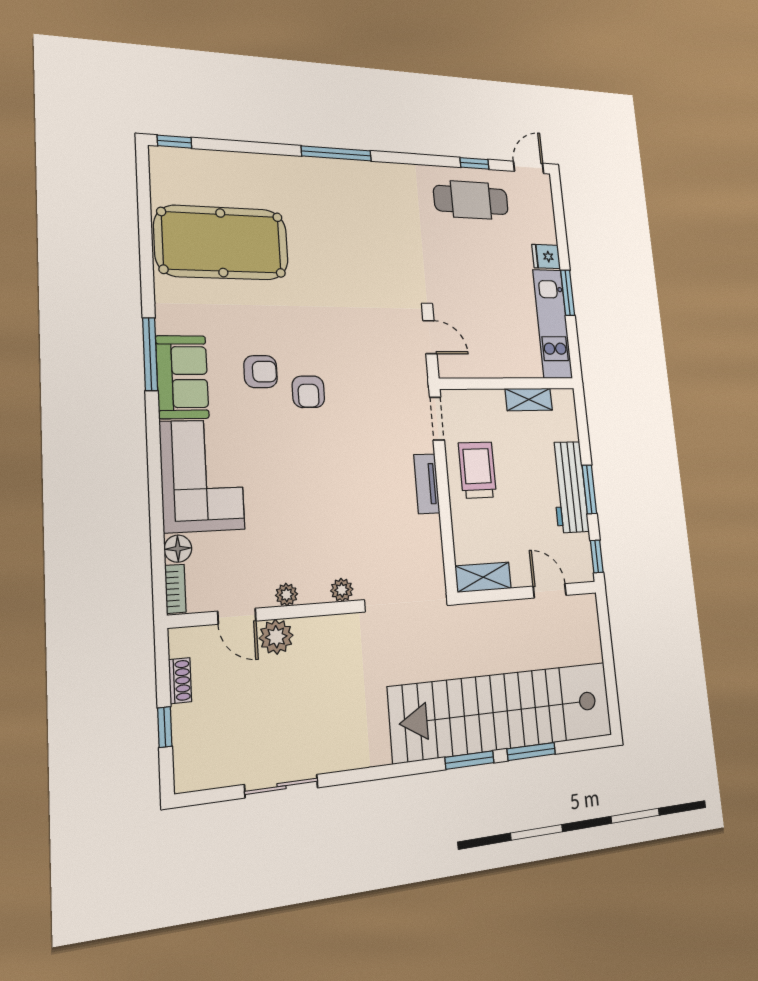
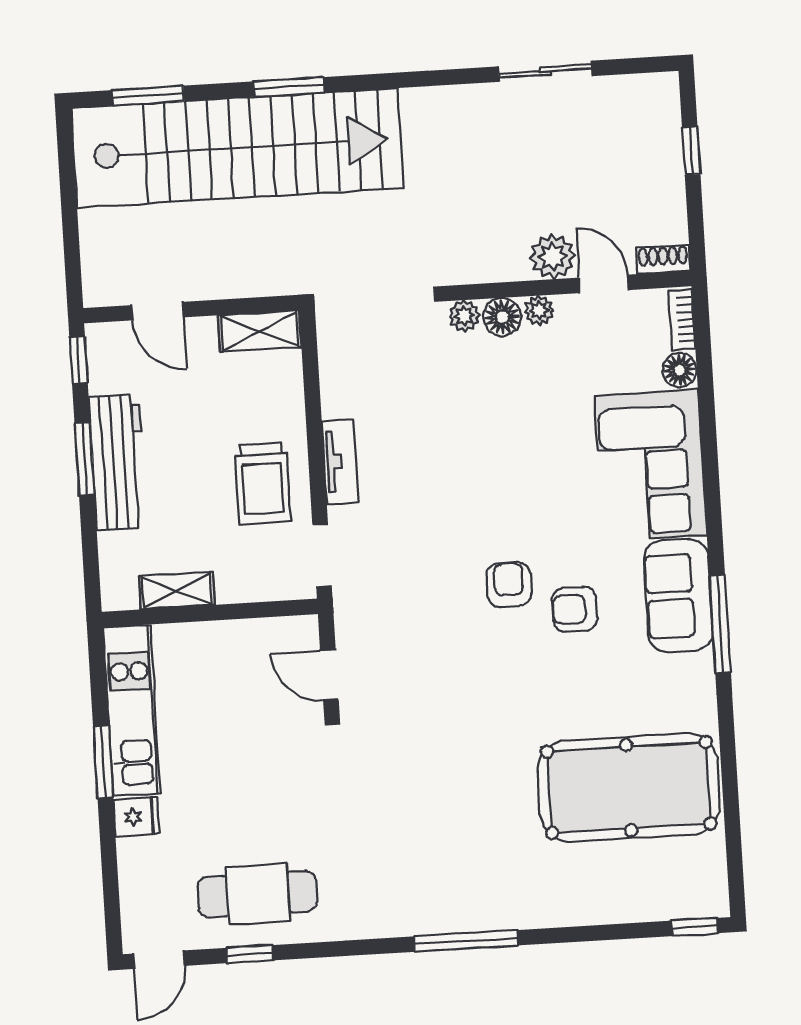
floor lamp: (314, 589) -> (502, 317), added
shoe rack: (180, 681) -> (663, 259), moved, turned 90
window: (531, 751) -> (148, 96), moved

